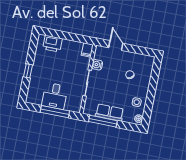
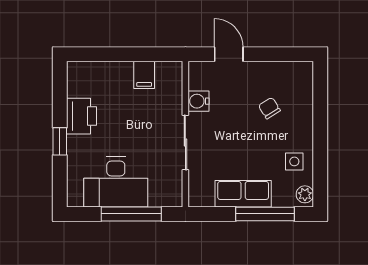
printer: (52, 44) -> (82, 116), moved, turned -90
filing cabinet: (87, 50) -> (144, 75), moved
desk: (55, 96) -> (116, 182), width x1.37
window: (103, 121) -> (265, 214), moved

